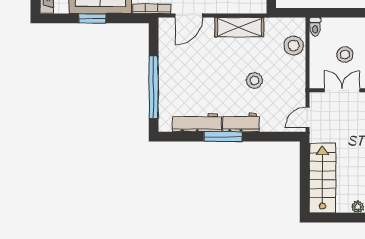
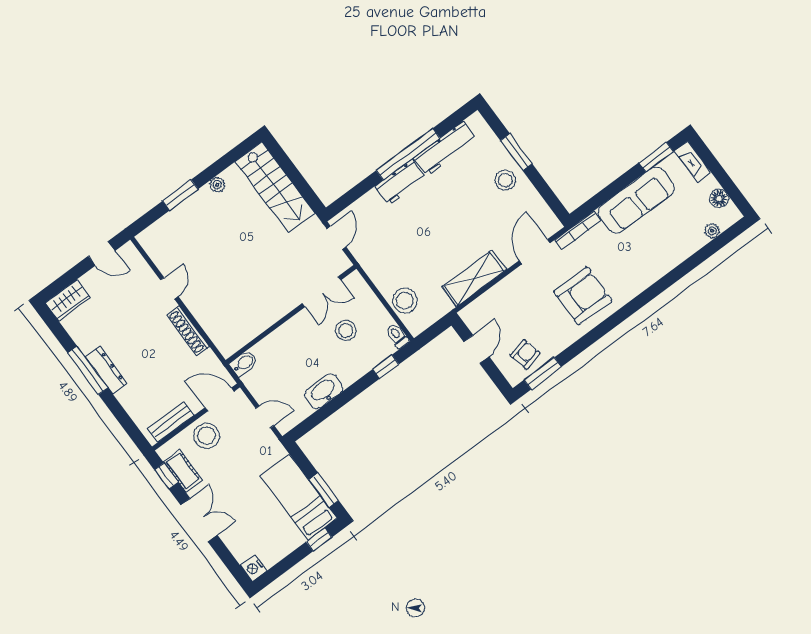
window: (337, 13) -> (386, 367), added
window: (92, 18) -> (656, 157), moved
stool: (254, 81) -> (505, 180), moved
window: (154, 87) -> (516, 152), width x0.47
window: (223, 137) -> (408, 154), width x1.46

